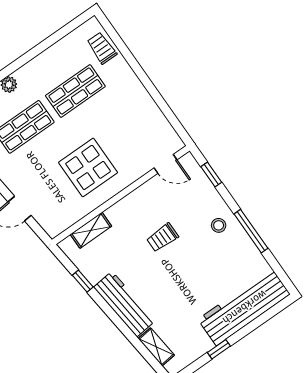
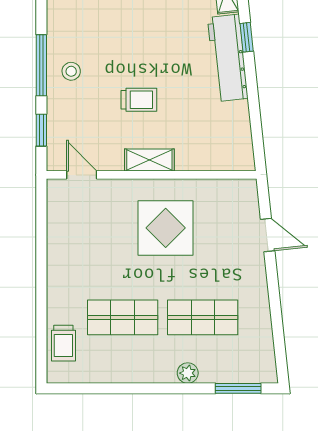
shelving: (91, 230) -> (149, 160), moved
window: (251, 231) -> (41, 65), moved
window: (83, 281) -> (247, 37), moved

